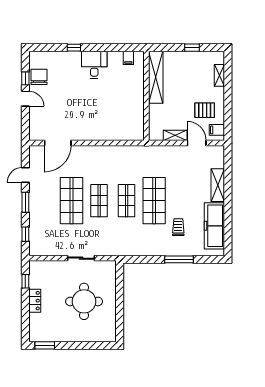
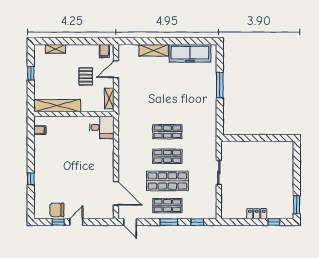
desk: (94, 65) -> (102, 127), moved, turned 180
pallet: (205, 110) -> (86, 76), moved
shelving: (175, 135) -> (109, 98), moved
door: (25, 175) -> (130, 222), moved
shop shelf: (154, 201) -> (167, 206), moved, width x0.70, depth x0.74
trolley: (178, 227) -> (191, 86), removed
window: (25, 281) -> (274, 222), moved
round table: (84, 301) -> (257, 170), removed

